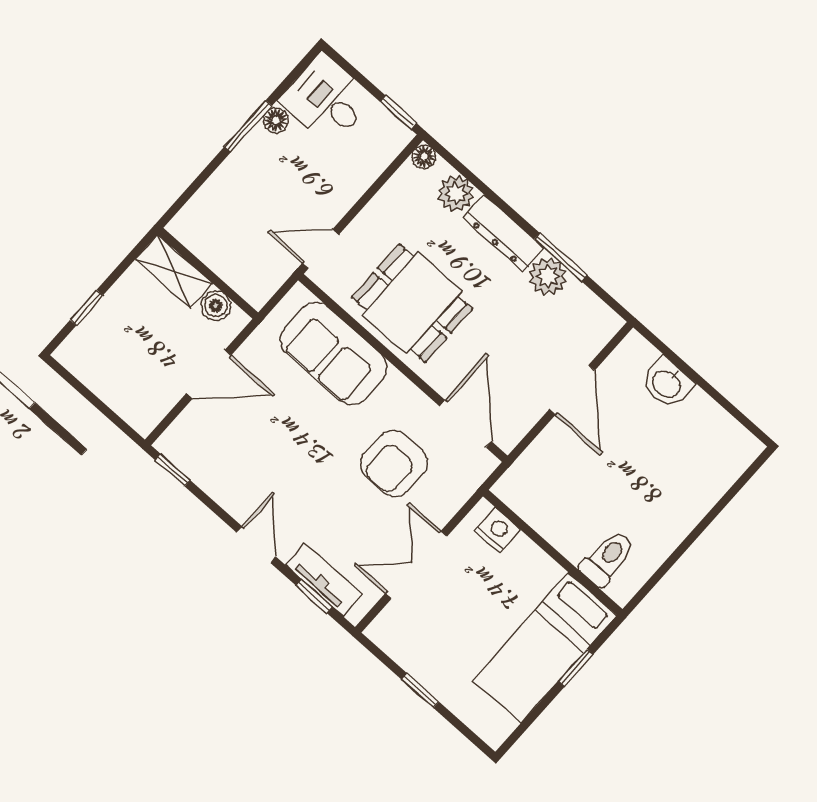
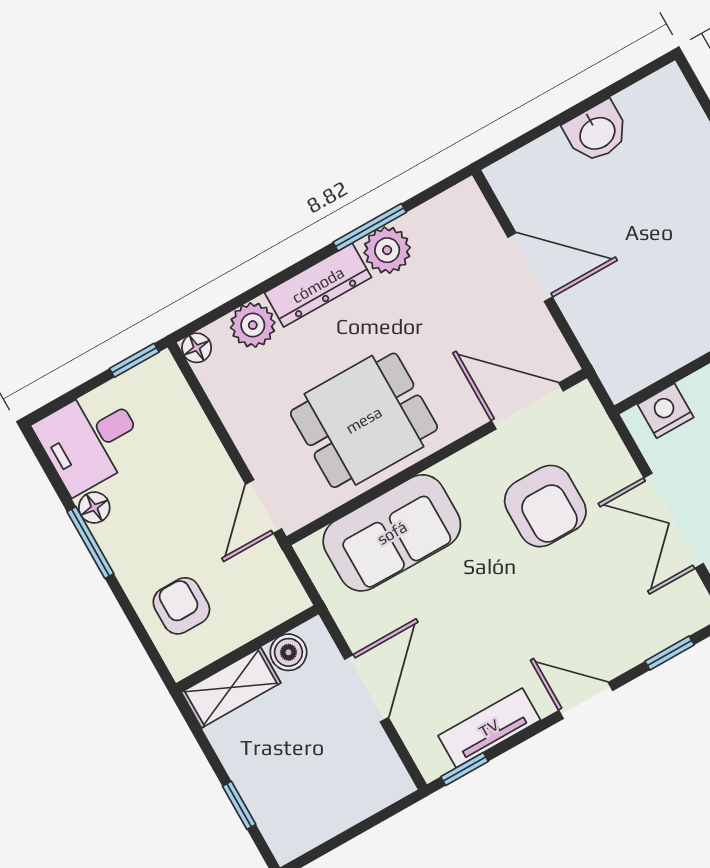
armchair: (224, 212) -> (181, 606), added
washbasin: (667, 383) -> (597, 132), moved
tv unit: (324, 580) -> (489, 728), moved

